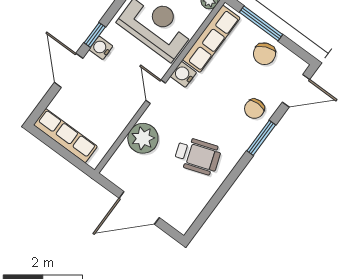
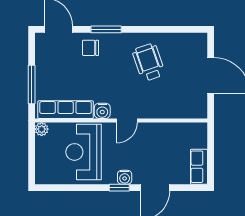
chair: (264, 54) -> (50, 68), removed
chair: (254, 109) -> (91, 48), turned 180
row of seats: (65, 136) -> (199, 167), width x0.68
plant: (143, 138) -> (163, 106), removed

